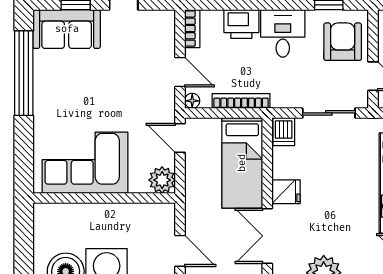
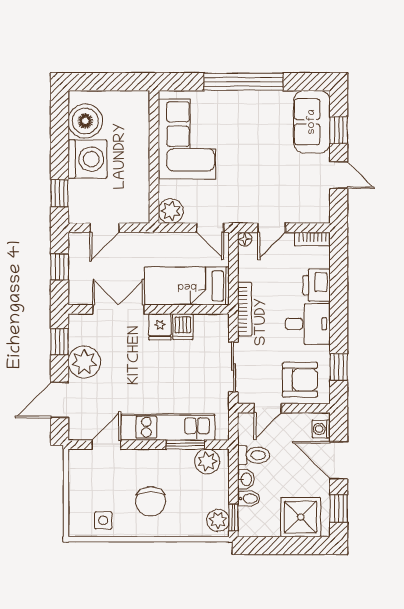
window: (24, 73) -> (244, 82), moved
bookcase: (241, 101) -> (245, 309), moved
dishwasher: (284, 132) -> (183, 327), moved, turned -90
door: (180, 138) -> (210, 228), swing flipped

